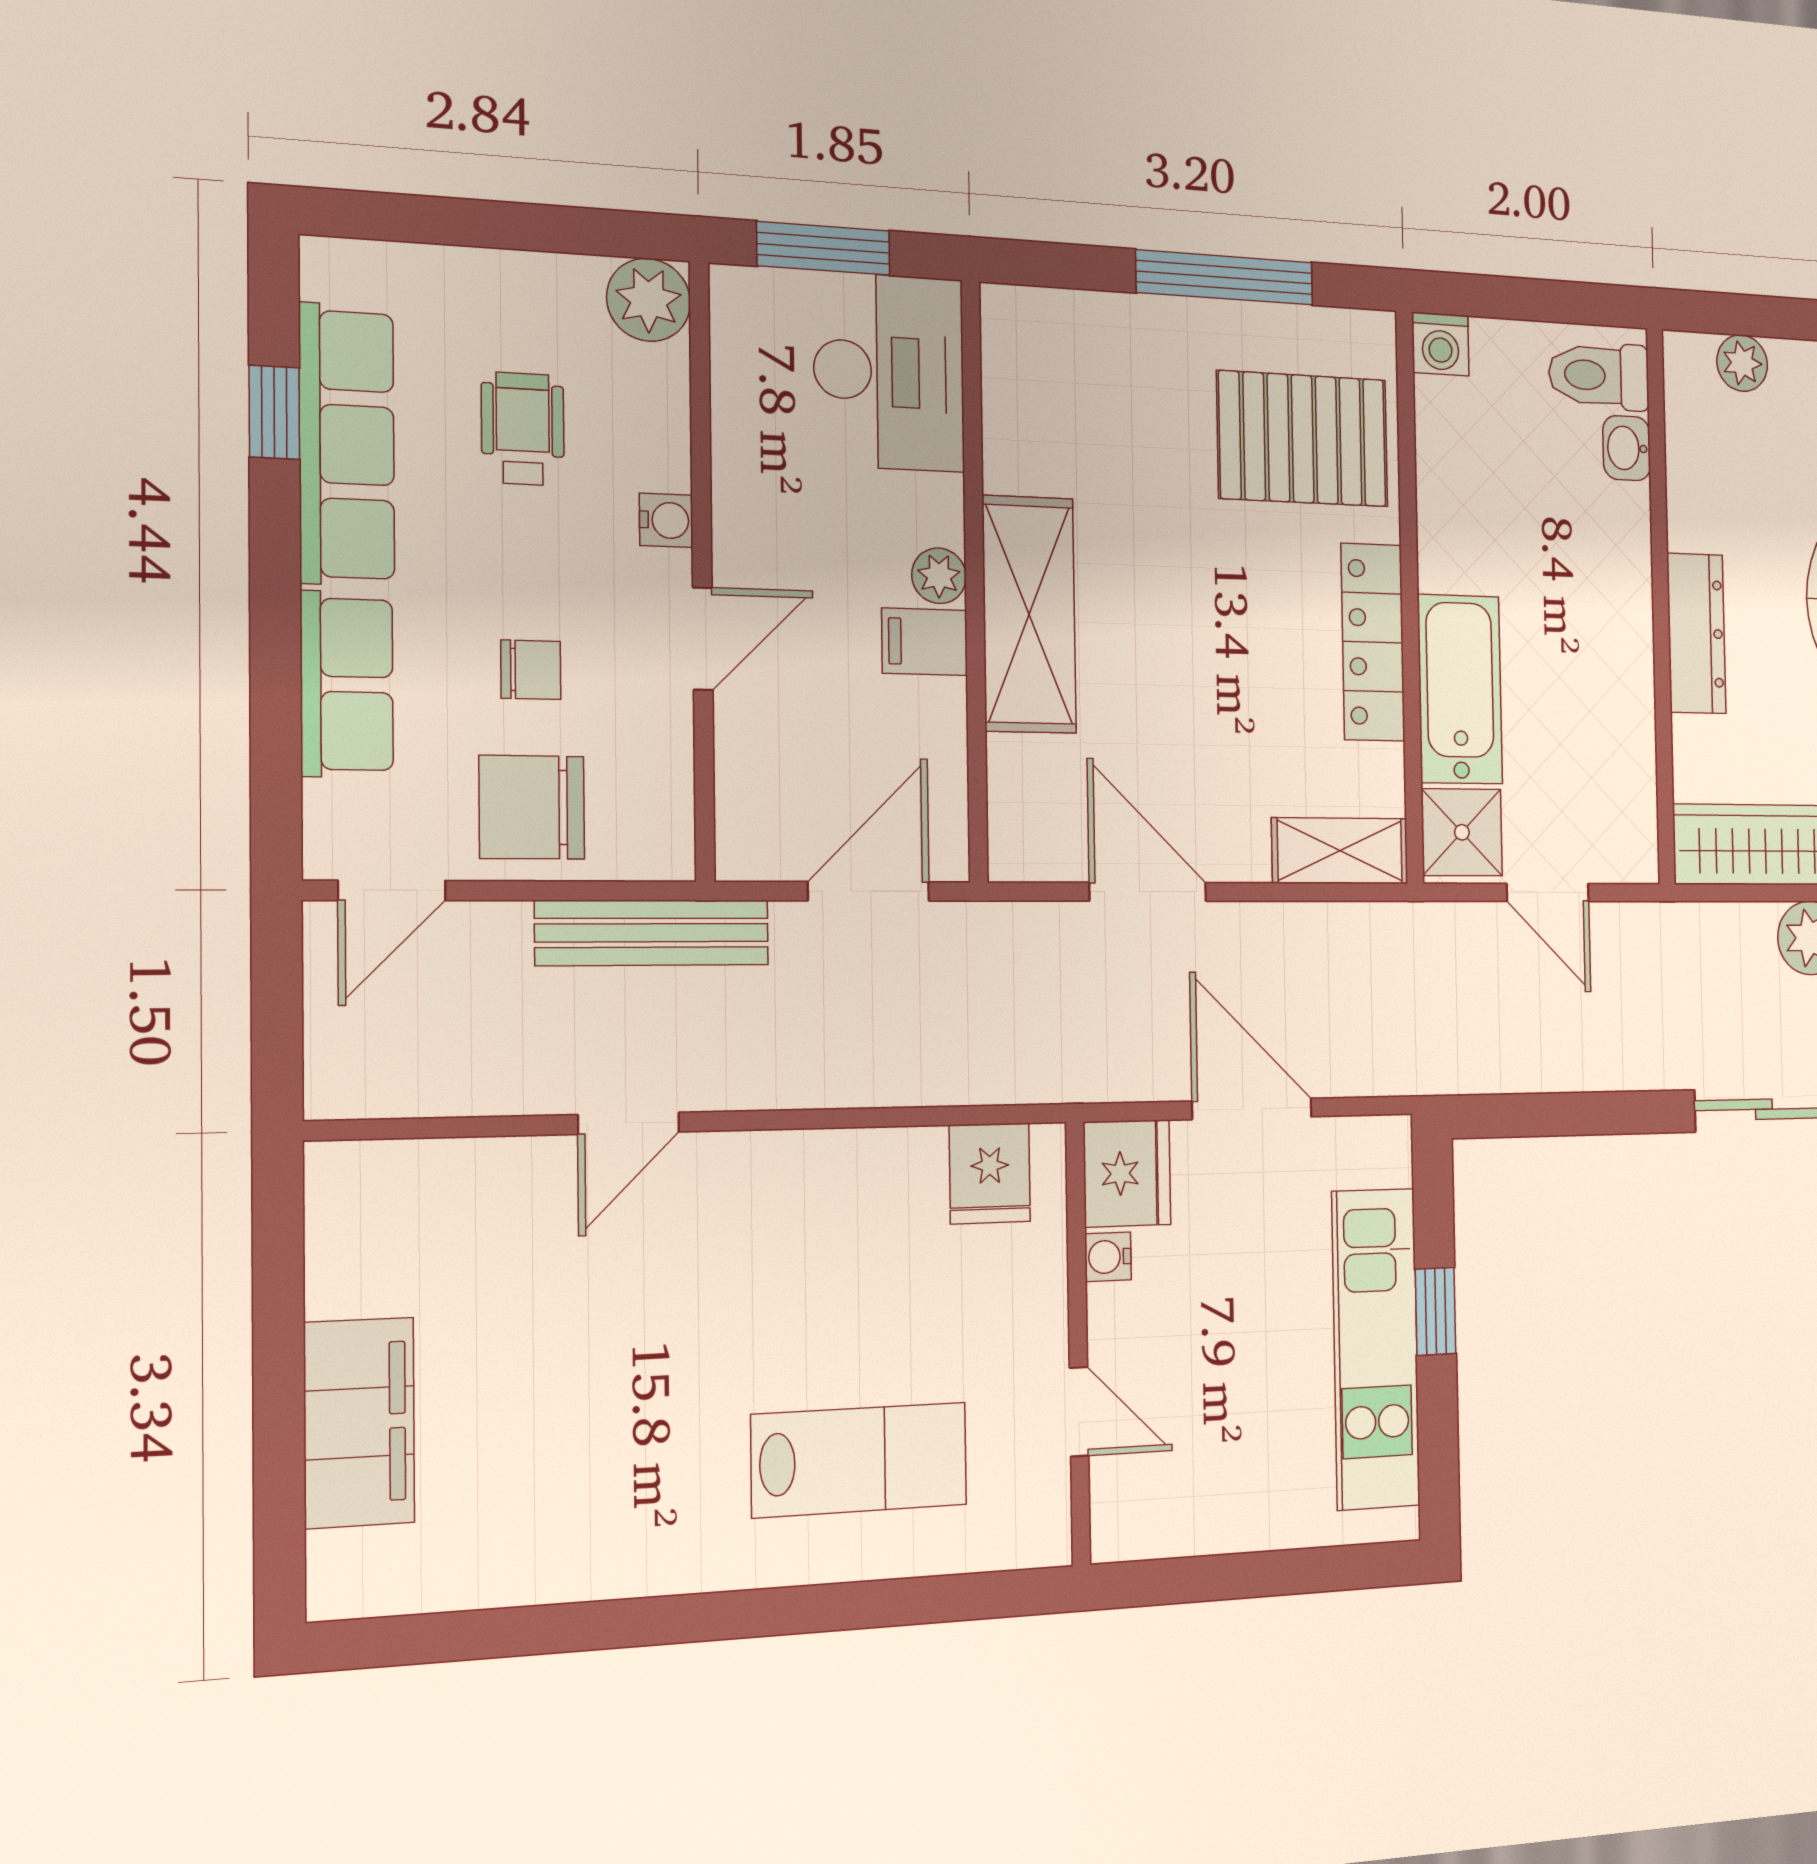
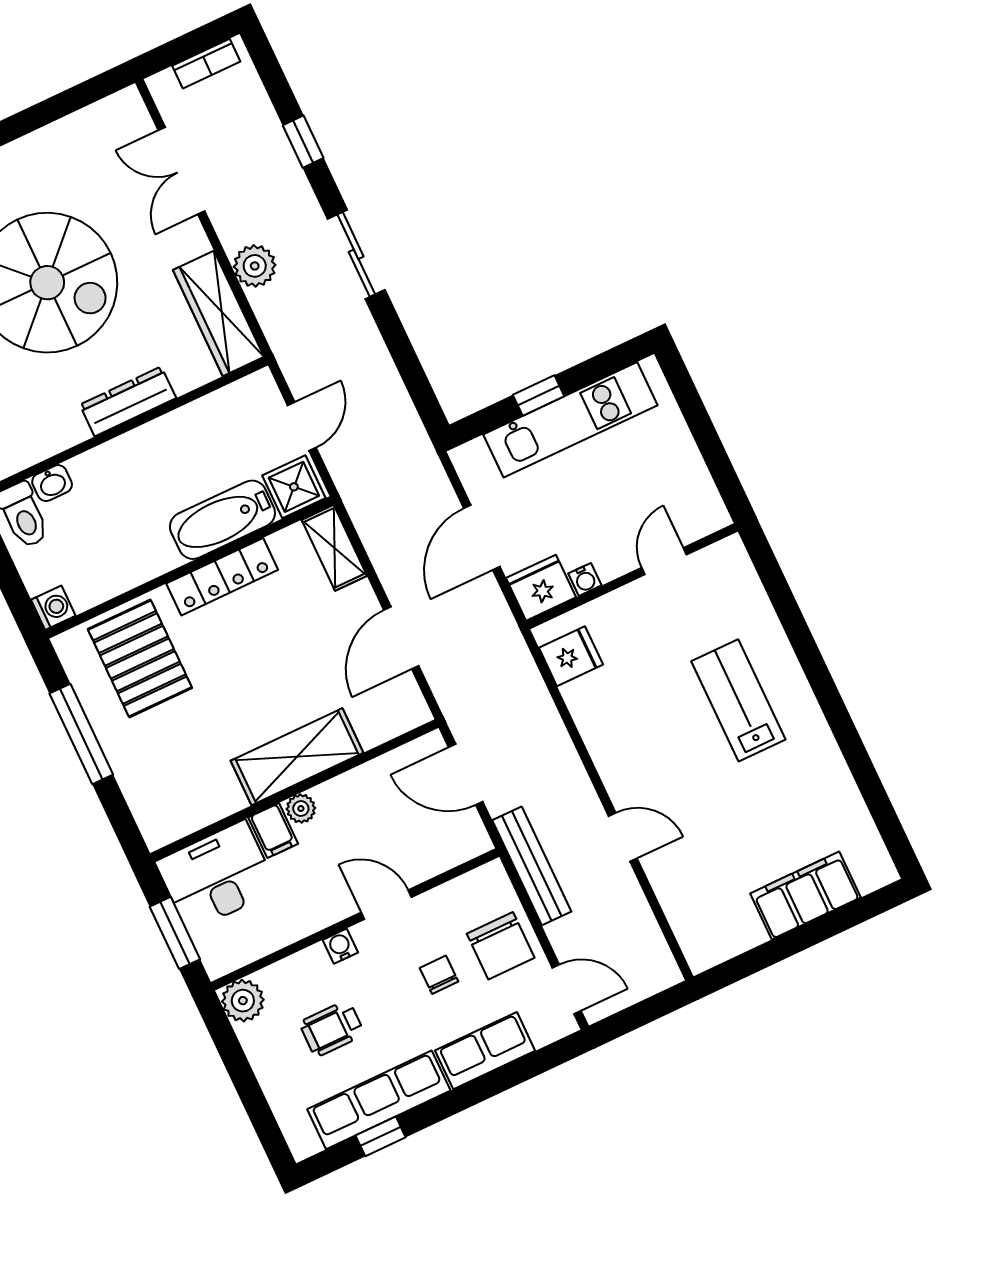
filing cabinet: (925, 642) -> (273, 831), moved
lab bench: (859, 1460) -> (738, 700), moved

